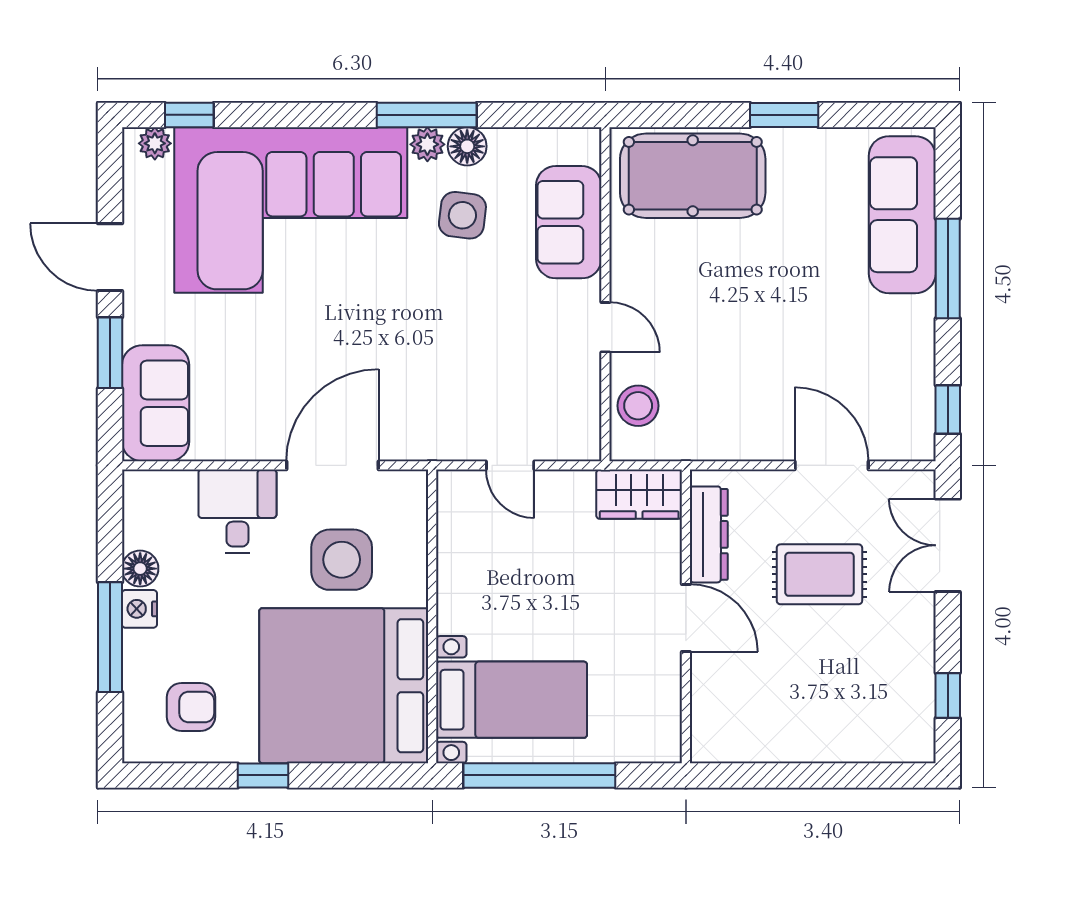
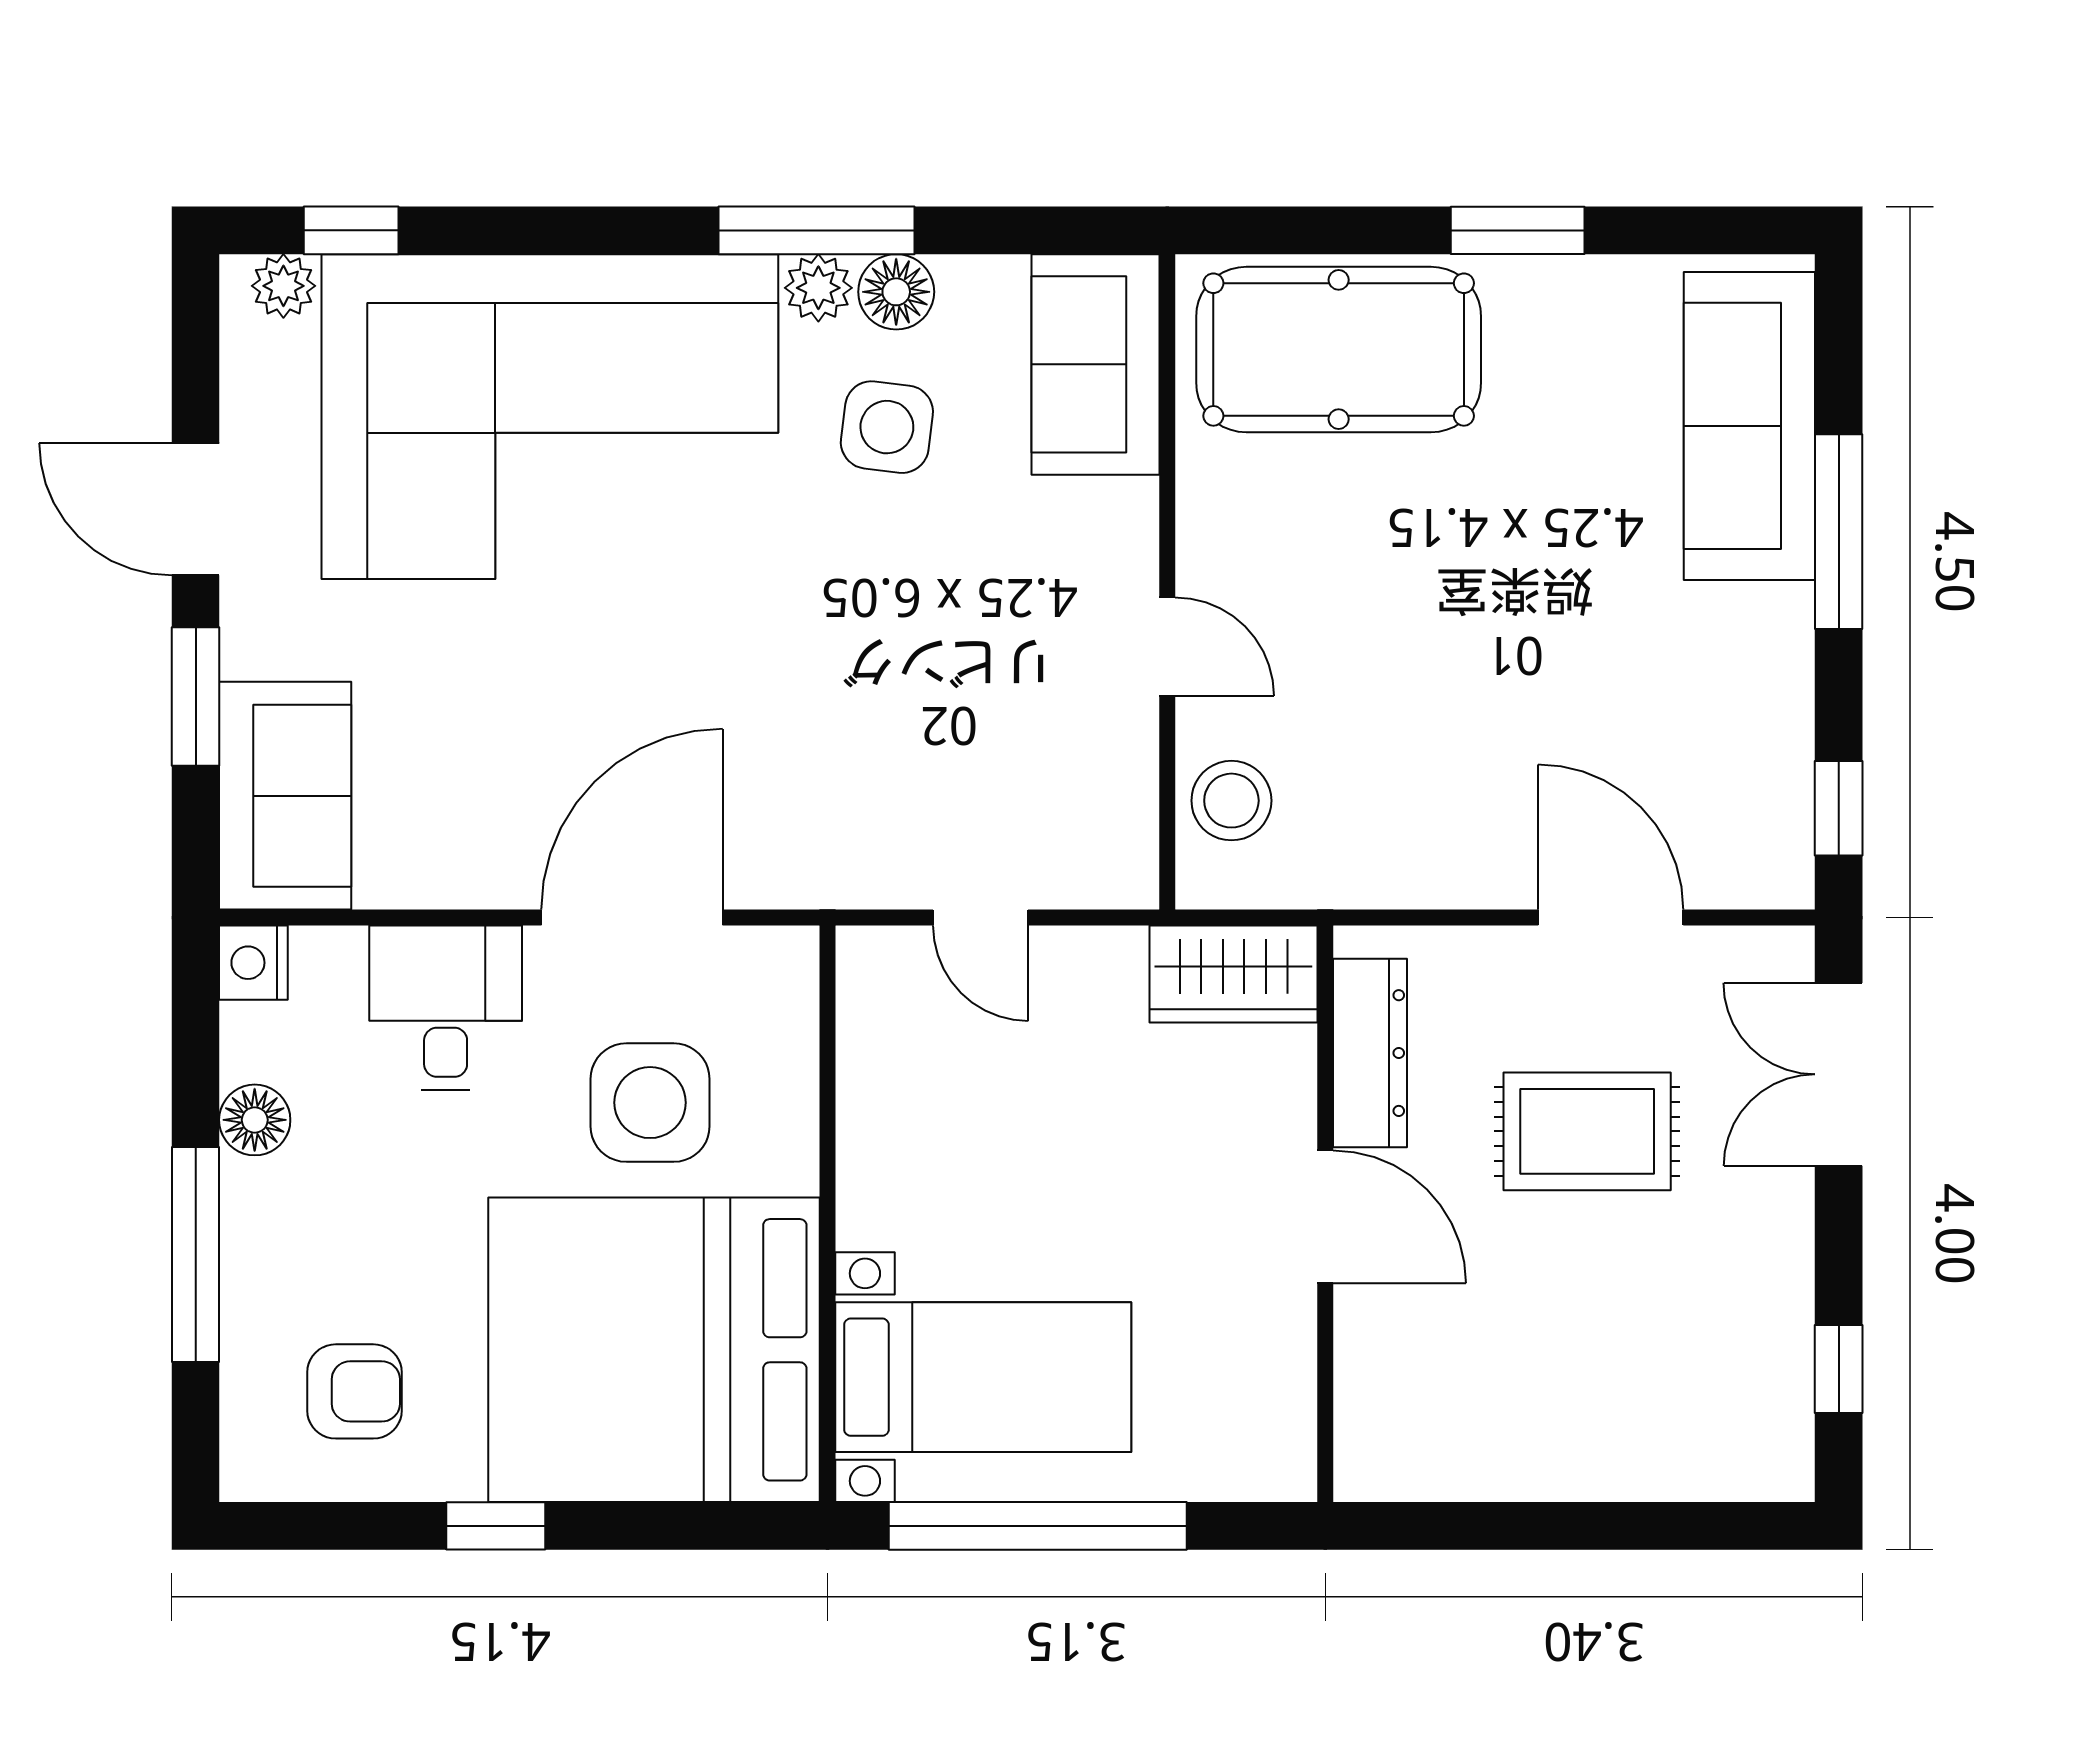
sofa: (569, 222) -> (1095, 364), moved
nightstand: (139, 609) -> (253, 963), moved

